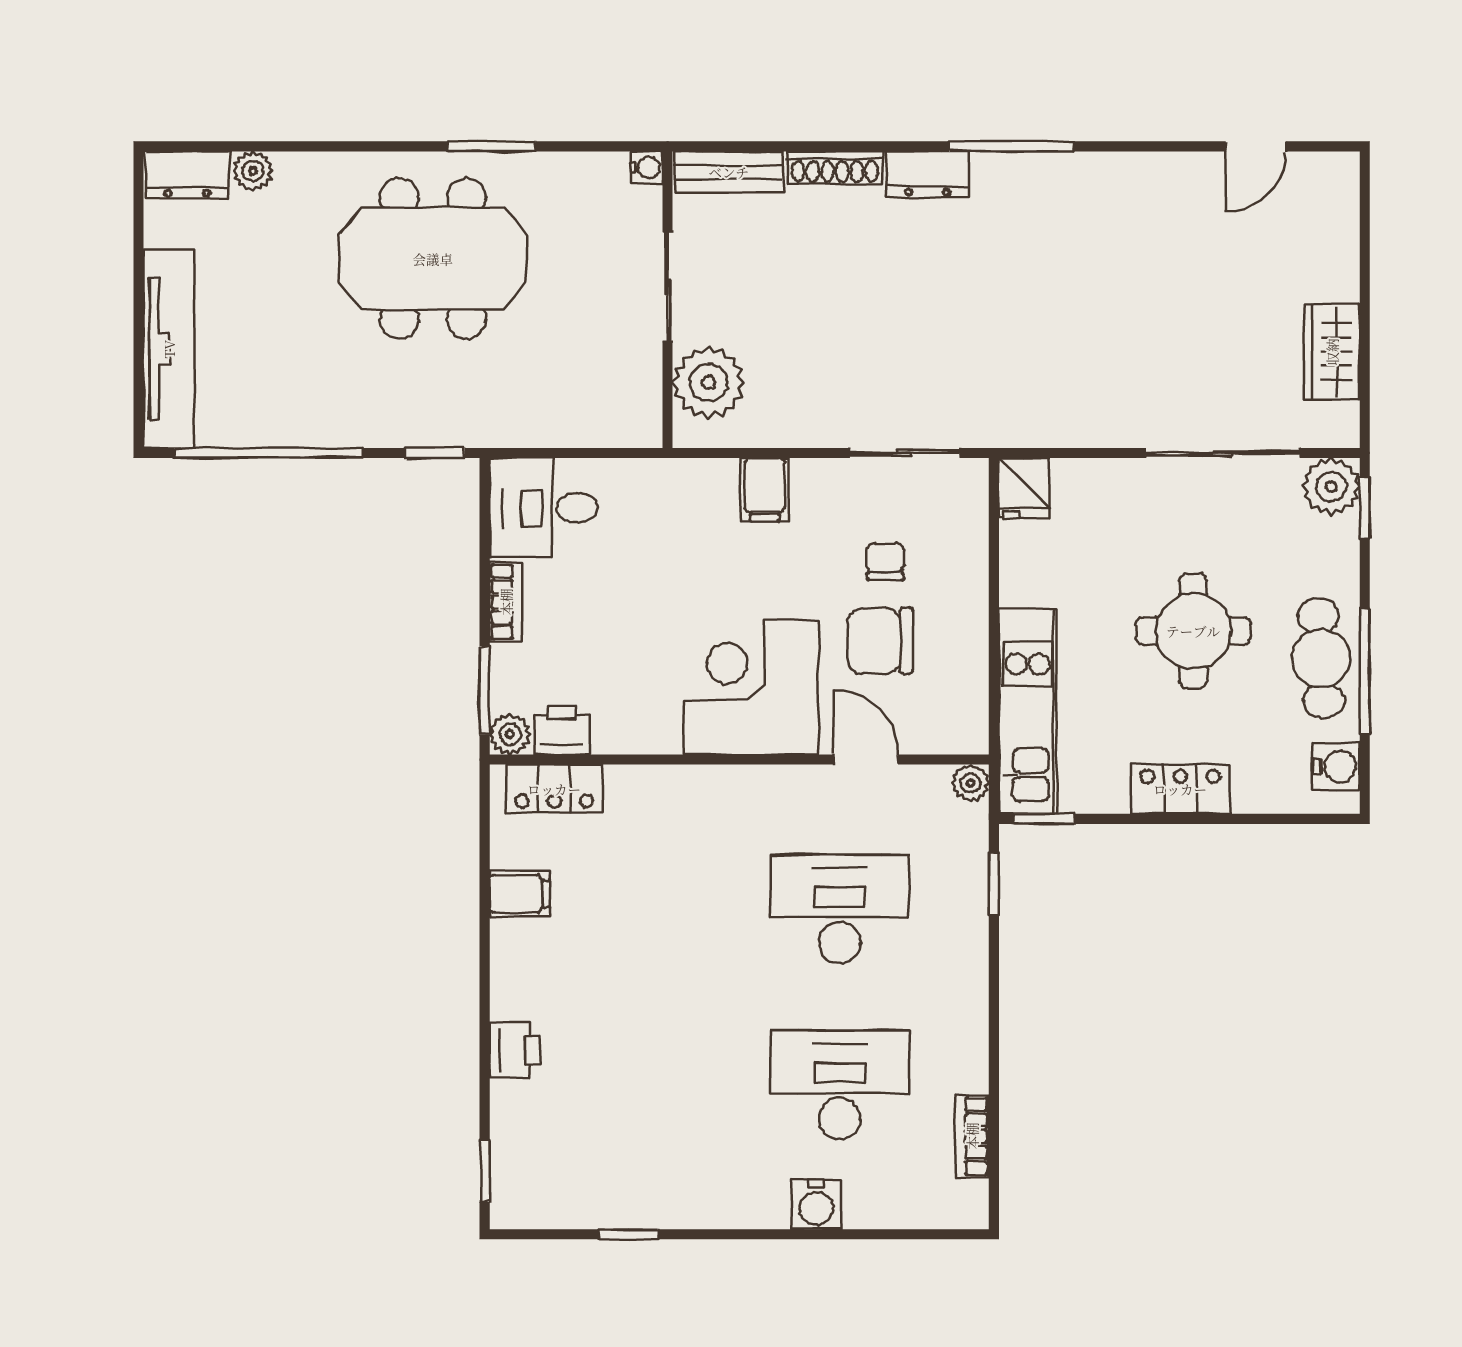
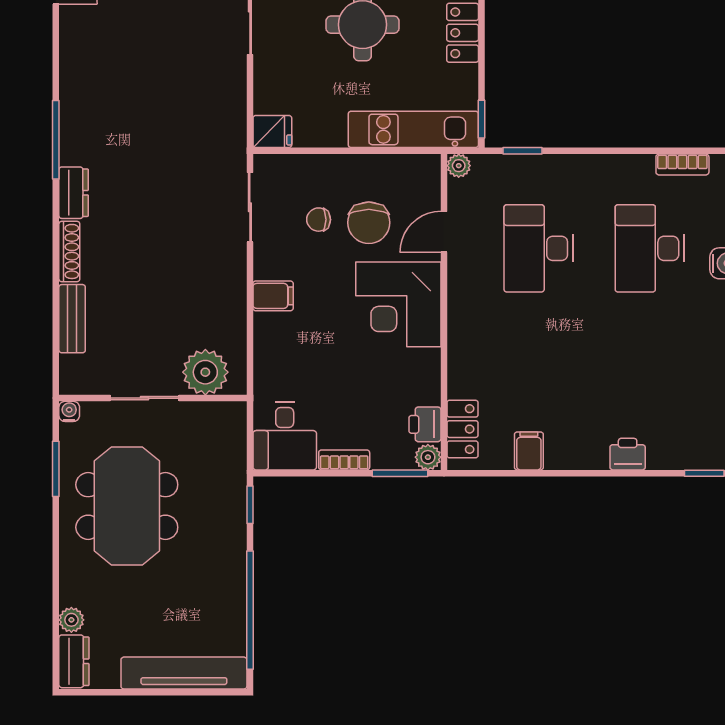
water cooler: (647, 167) -> (69, 411), moved
sliding door: (668, 287) -> (145, 398), moved
wall: (668, 300) -> (153, 398), moved
plant: (708, 383) -> (205, 372), moved

